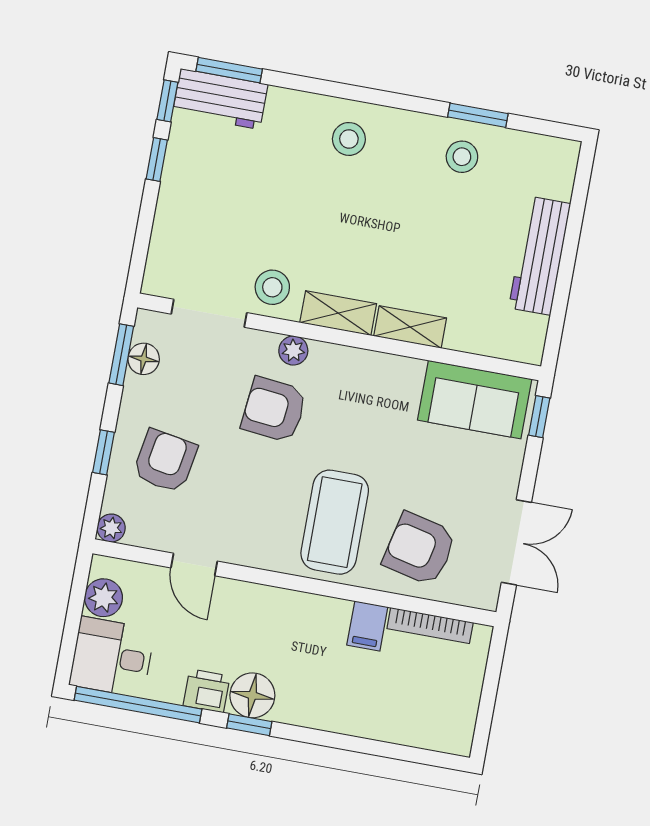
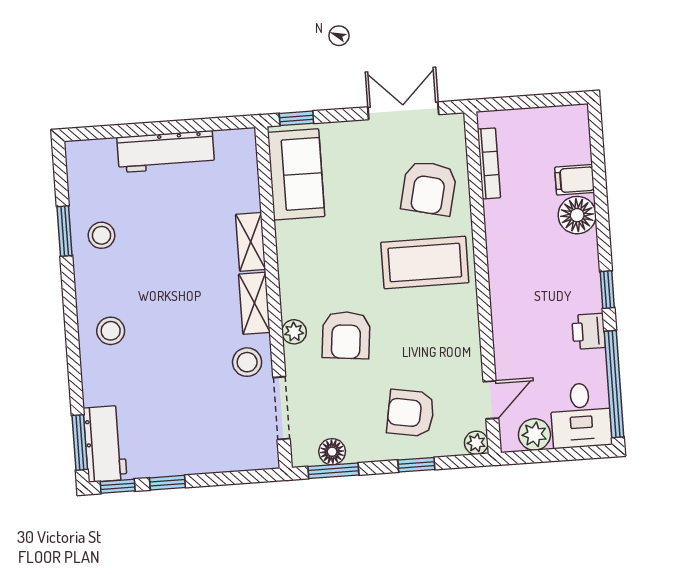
door: (194, 565) -> (491, 400), moved
filing cabinet: (367, 626) -> (575, 180), moved, turned 180
floor lamp: (252, 695) -> (577, 215), moved

